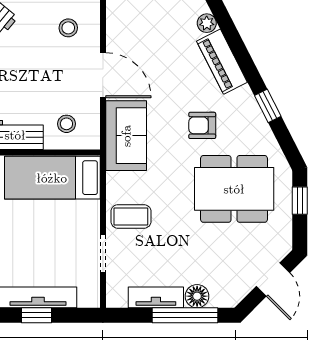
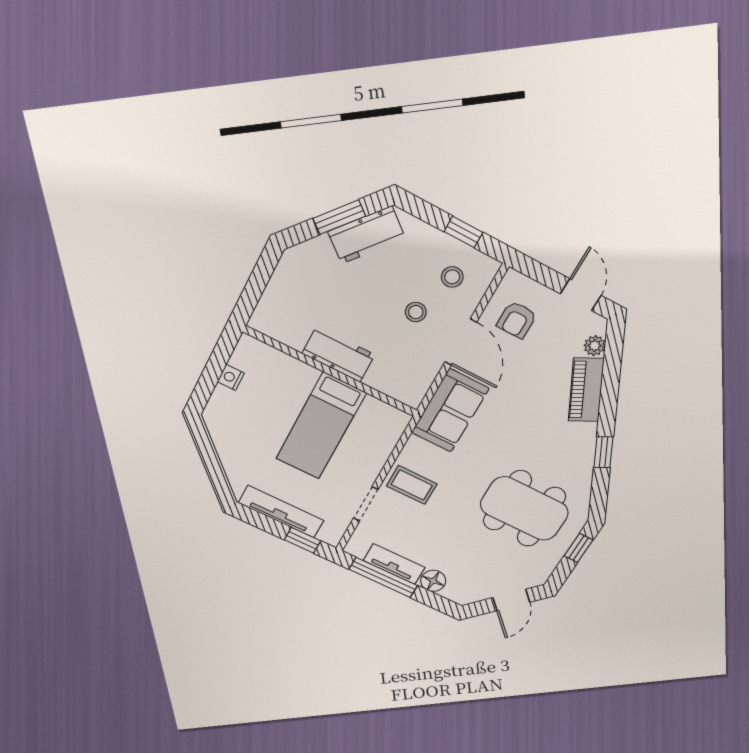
stool: (66, 124) -> (416, 312), moved
armchair: (202, 125) -> (517, 320), moved, turned -90
bed: (52, 178) -> (321, 426), moved, turned -90
window: (37, 315) -> (302, 540), moved
window: (185, 315) -> (383, 577), moved

